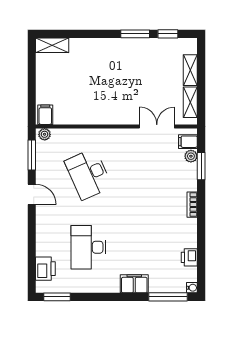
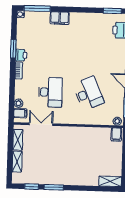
double door: (157, 126) -> (41, 124), swing flipped
window: (201, 166) -> (13, 49), moved
desk: (88, 247) -> (50, 92), moved
printer: (189, 257) -> (21, 55), moved

